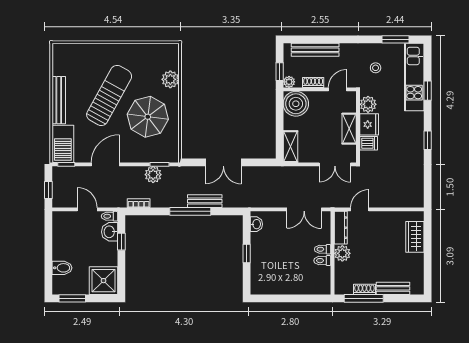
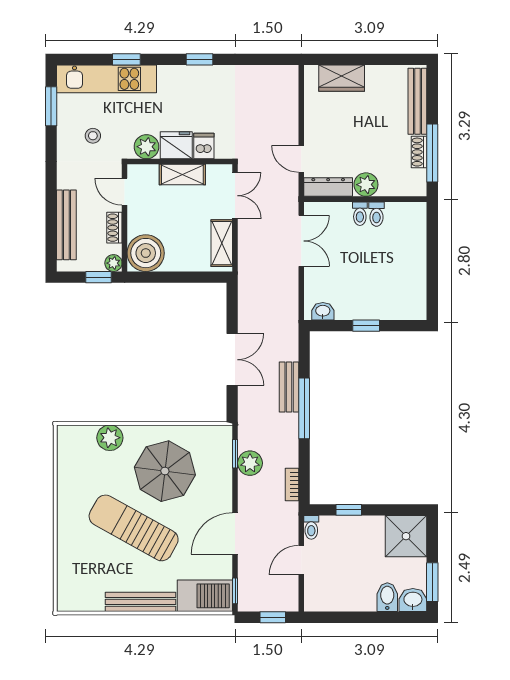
shelving: (290, 147) -> (222, 243), moved, turned 90
door: (105, 164) -> (235, 533), hinge flipped
washbasin: (110, 232) -> (413, 600), moved, turned 180
bench: (393, 288) -> (417, 101), width x1.36

